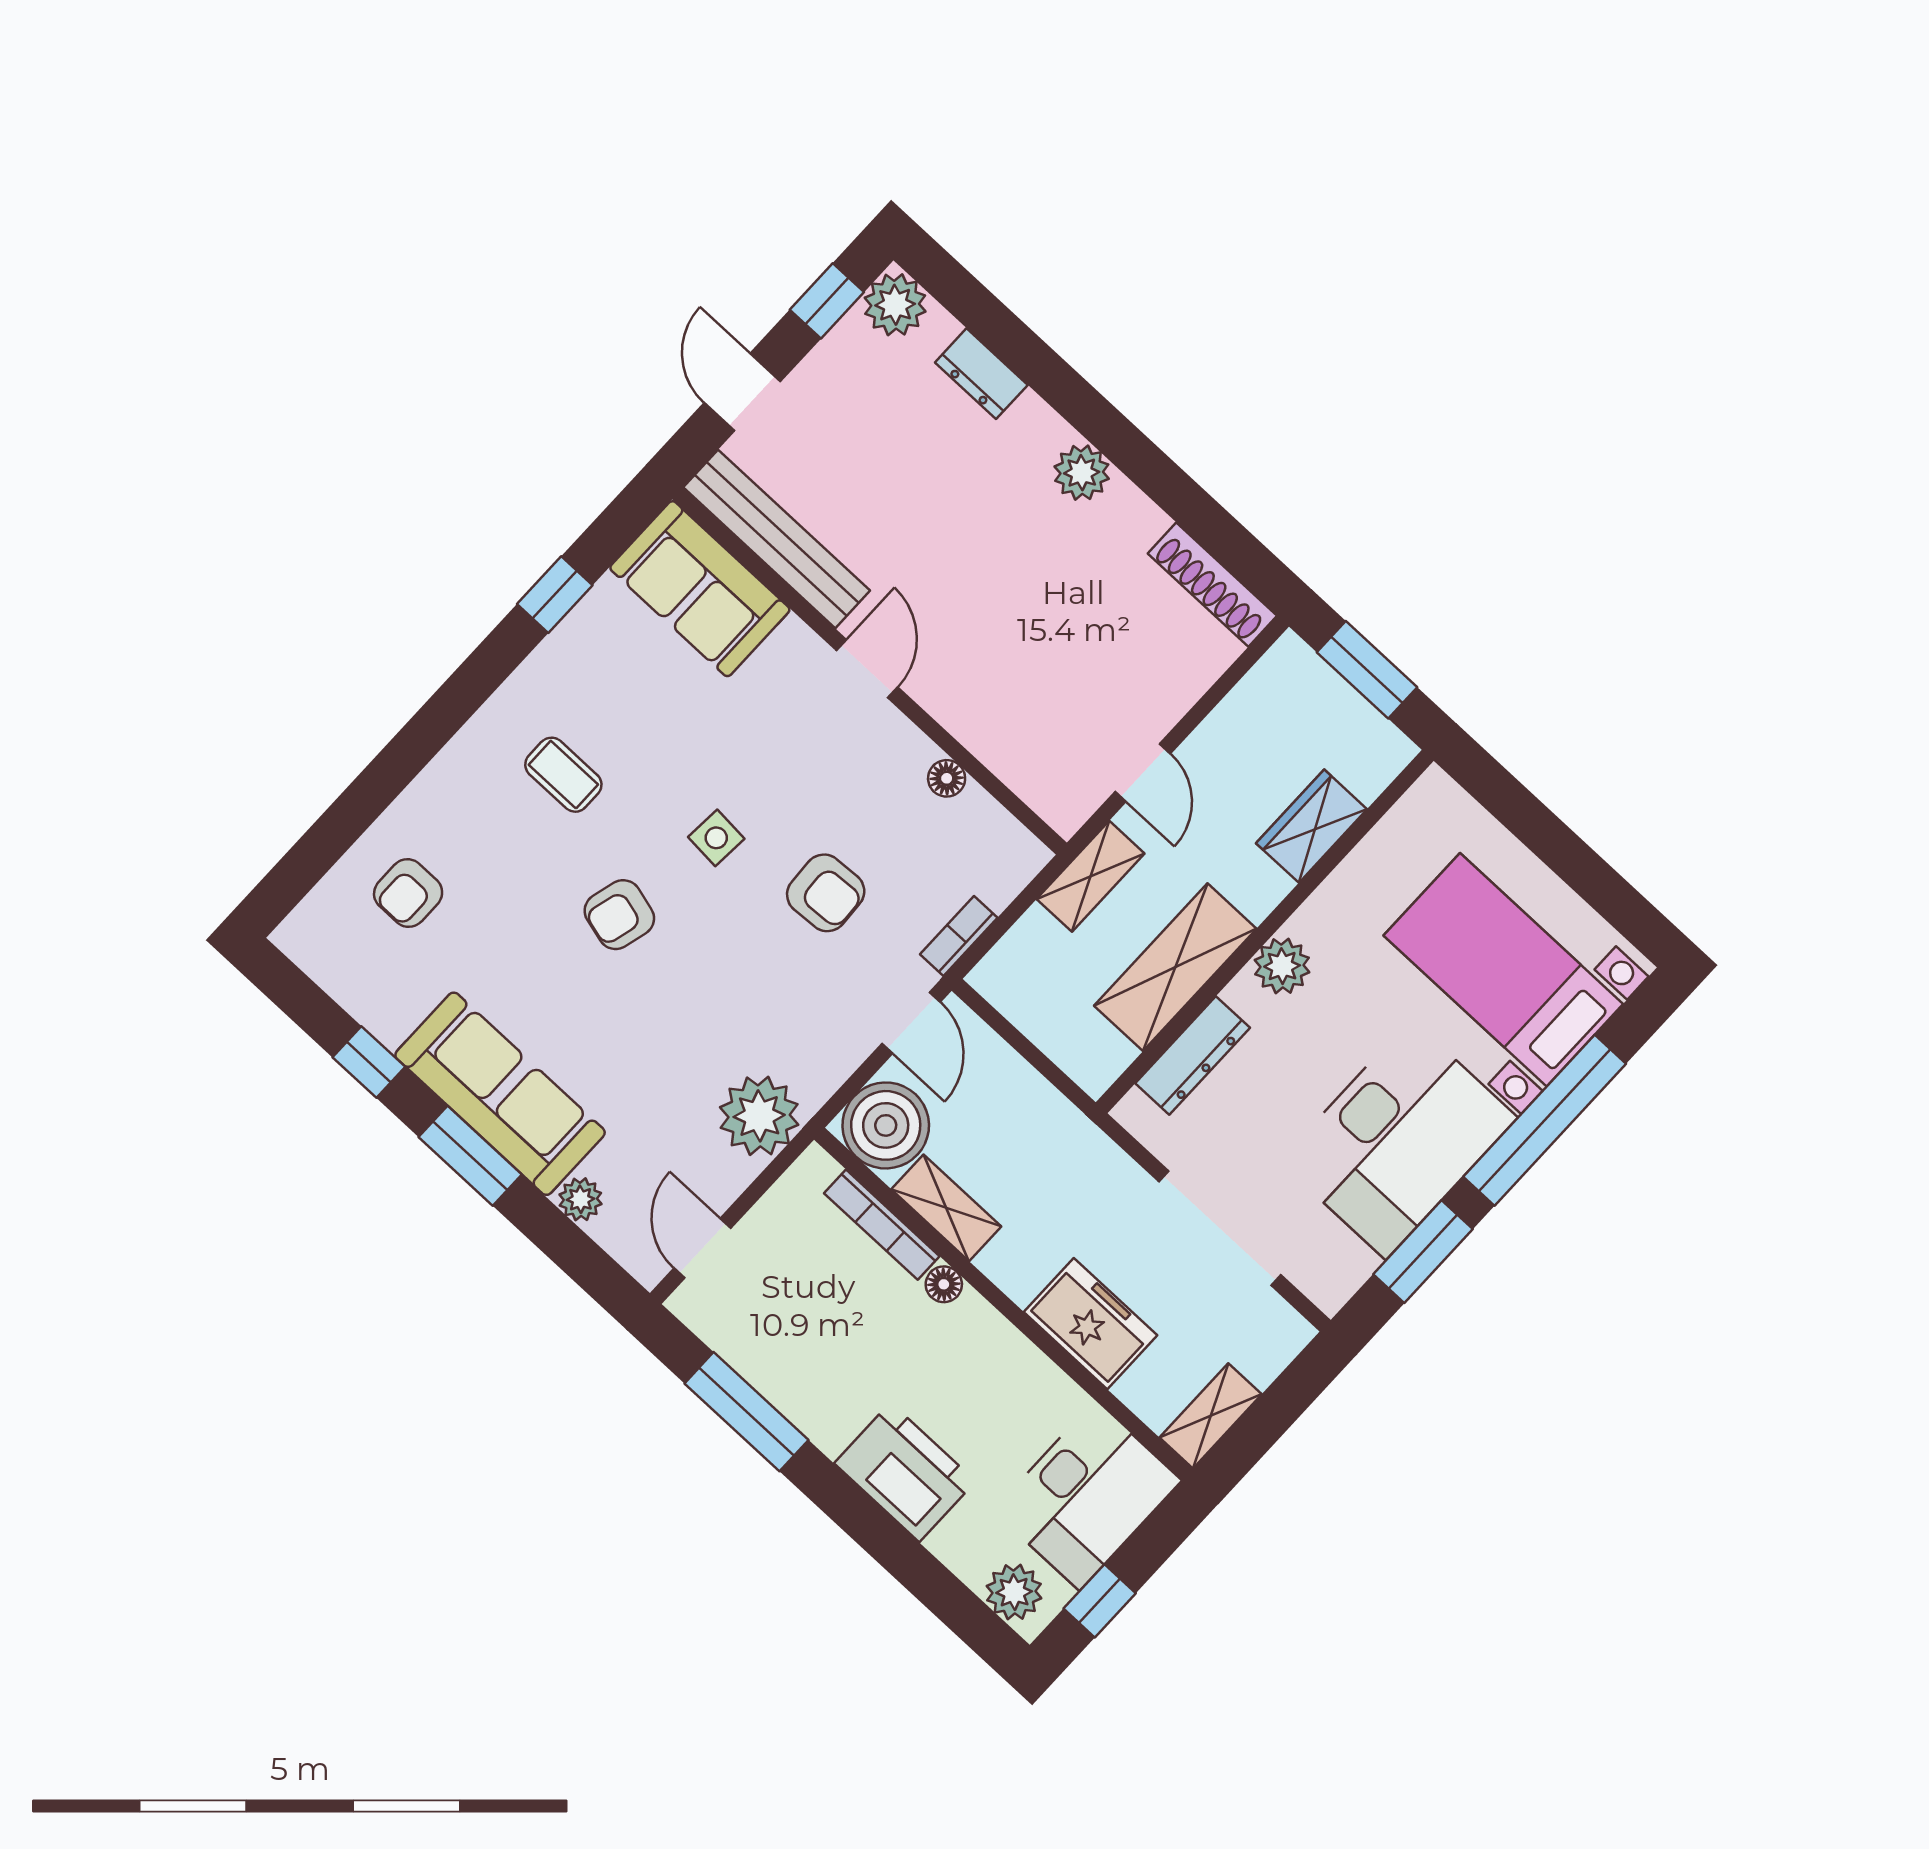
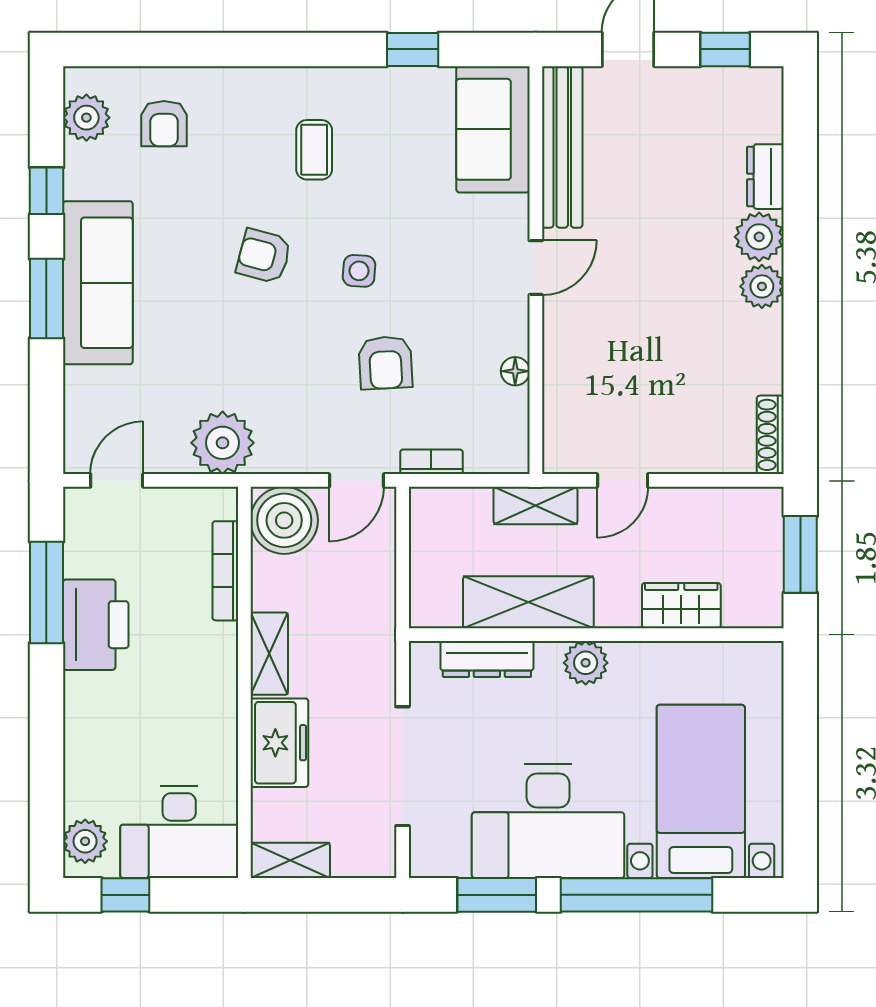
plant: (895, 305) -> (759, 237), moved
shoe rack: (1212, 585) -> (770, 435), width x0.74, depth x0.81
armchair: (408, 893) -> (164, 124), turned -90
plant: (580, 1199) -> (86, 118), moved, width x1.38, depth x1.38
shelving: (946, 1208) -> (269, 654), moved
floor lamp: (944, 1284) -> (224, 638), removed
printer: (905, 1472) -> (96, 625), moved

